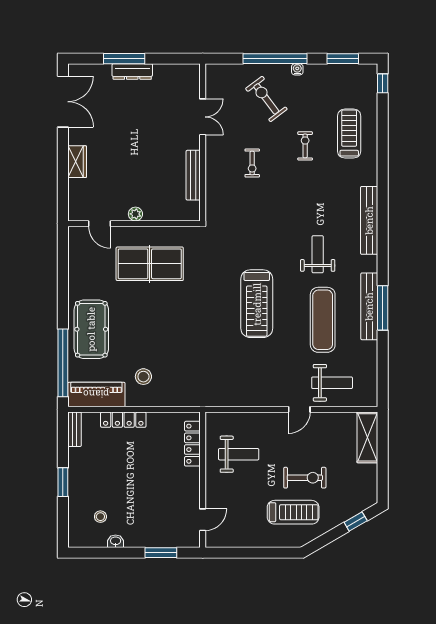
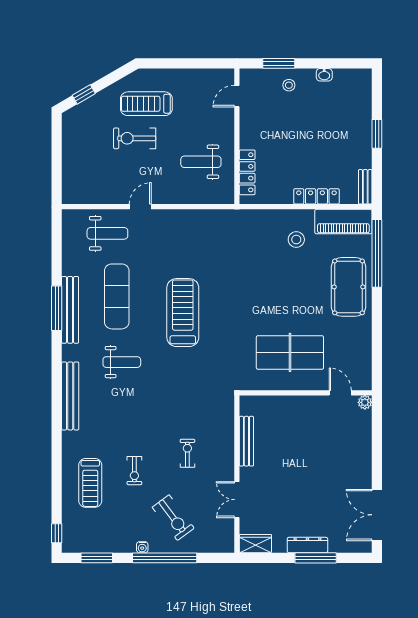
wardrobe: (77, 162) -> (255, 544), moved, turned 90
plant: (135, 214) -> (365, 402), moved
weight bench: (318, 254) -> (122, 362), turned -90
weight bench: (332, 383) -> (107, 233), turned 180
shelving: (367, 437) -> (72, 179), removed
stool: (100, 517) -> (289, 85), moved

